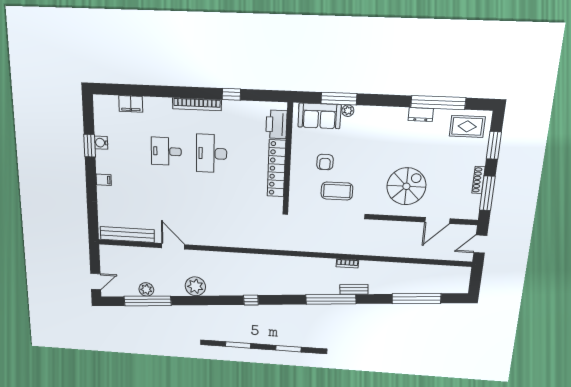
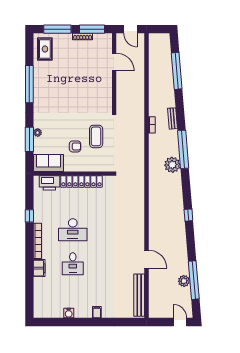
window: (438, 103) -> (29, 84), moved
filing cabinet: (131, 104) -> (39, 268), moved
dresser: (421, 114) -> (38, 82), removed
sofa: (319, 116) -> (48, 163), moved, turned -90
window: (494, 145) -> (57, 29), width x1.44
window: (90, 146) -> (71, 322), removed
spiral stairs: (406, 186) -> (90, 87), removed
door: (173, 246) -> (147, 259), swing flipped
plant: (195, 286) -> (172, 165), moved
window: (331, 299) -> (183, 149), moved
window: (251, 300) -> (188, 215), moved

